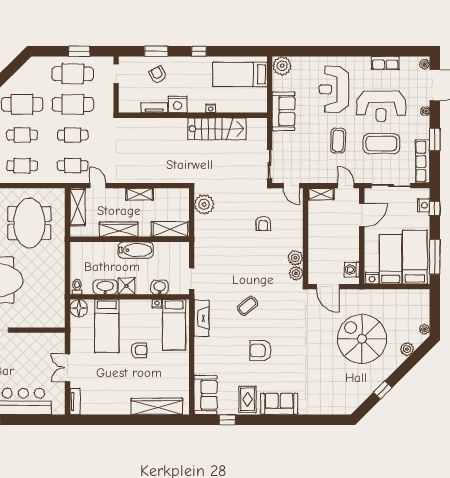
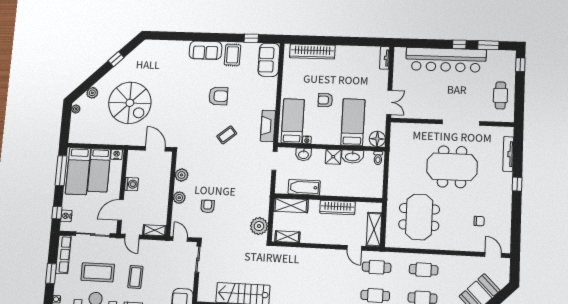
shelving: (140, 194) -> (287, 237), moved
bathtub: (136, 250) -> (304, 187), moved
washing machine: (352, 270) -> (131, 184), moved
plant: (296, 273) -> (179, 198), moved
double door: (68, 368) -> (389, 102), moved

